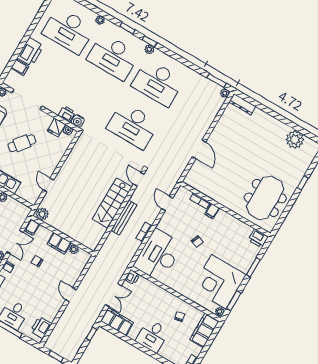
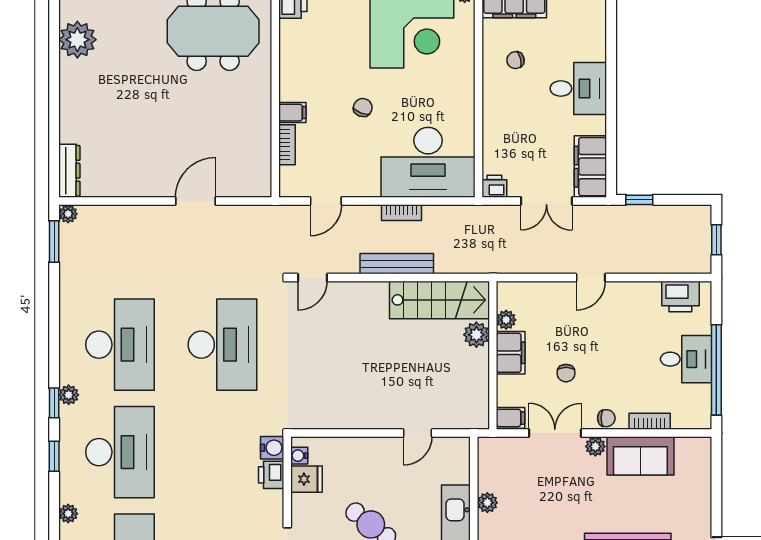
stairs: (112, 203) -> (439, 300), moved
plant: (42, 214) -> (476, 335), moved
double door: (113, 295) -> (546, 201), swing flipped

